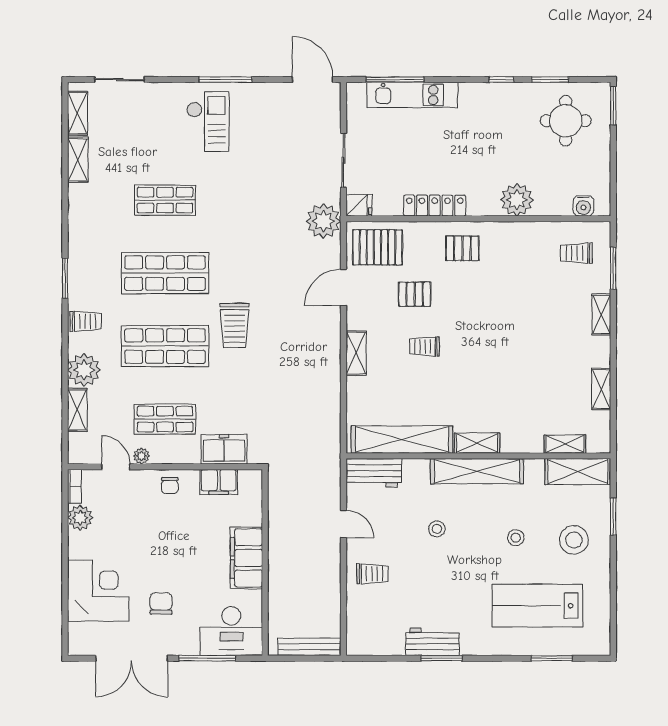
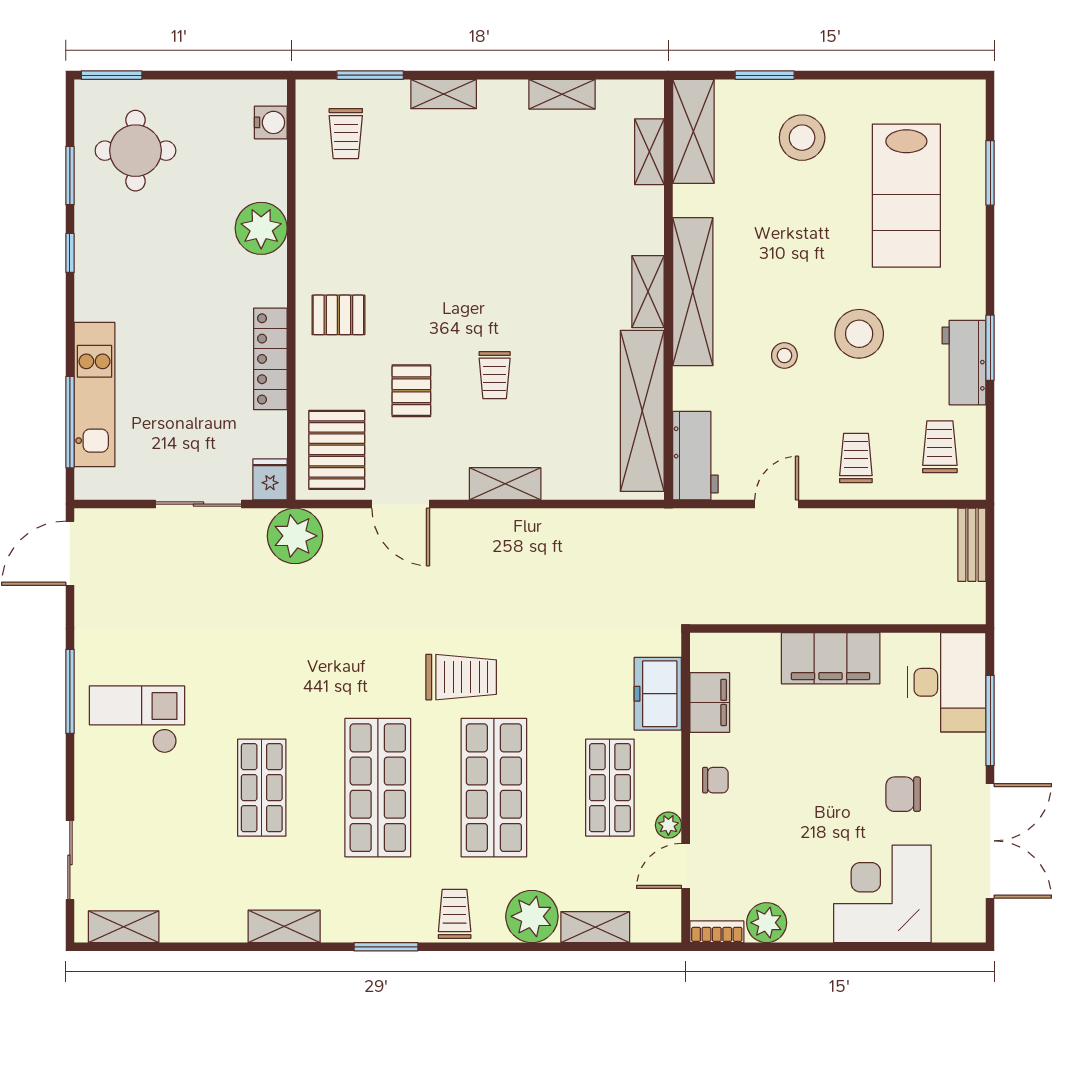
shelving: (78, 160) -> (284, 926), moved
pallet: (462, 248) -> (338, 315), turned 90
stool: (516, 538) -> (859, 334), moved, width x1.89, depth x1.89
trolley: (379, 627) -> (940, 447), added
bench: (309, 647) -> (972, 545), width x0.73

